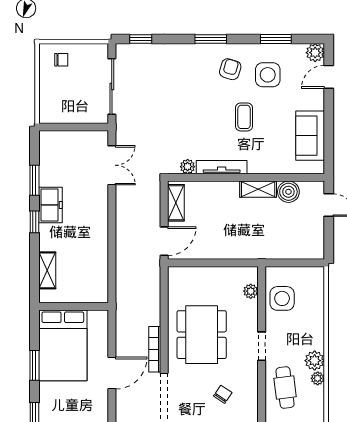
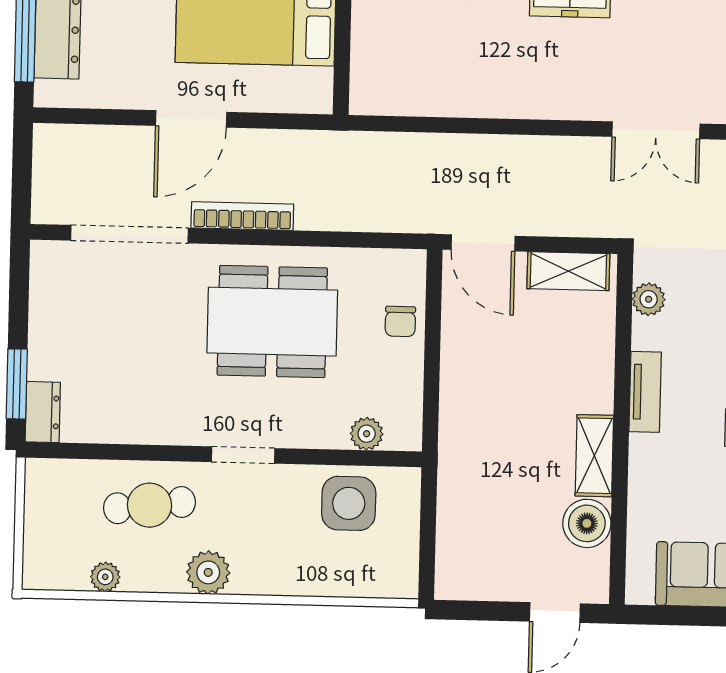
tv unit: (222, 167) -> (645, 392), width x0.71
door: (112, 373) -> (191, 119), hinge flipped
plant: (318, 378) -> (105, 577), moved
chair: (223, 394) -> (400, 321), moved, turned 56

